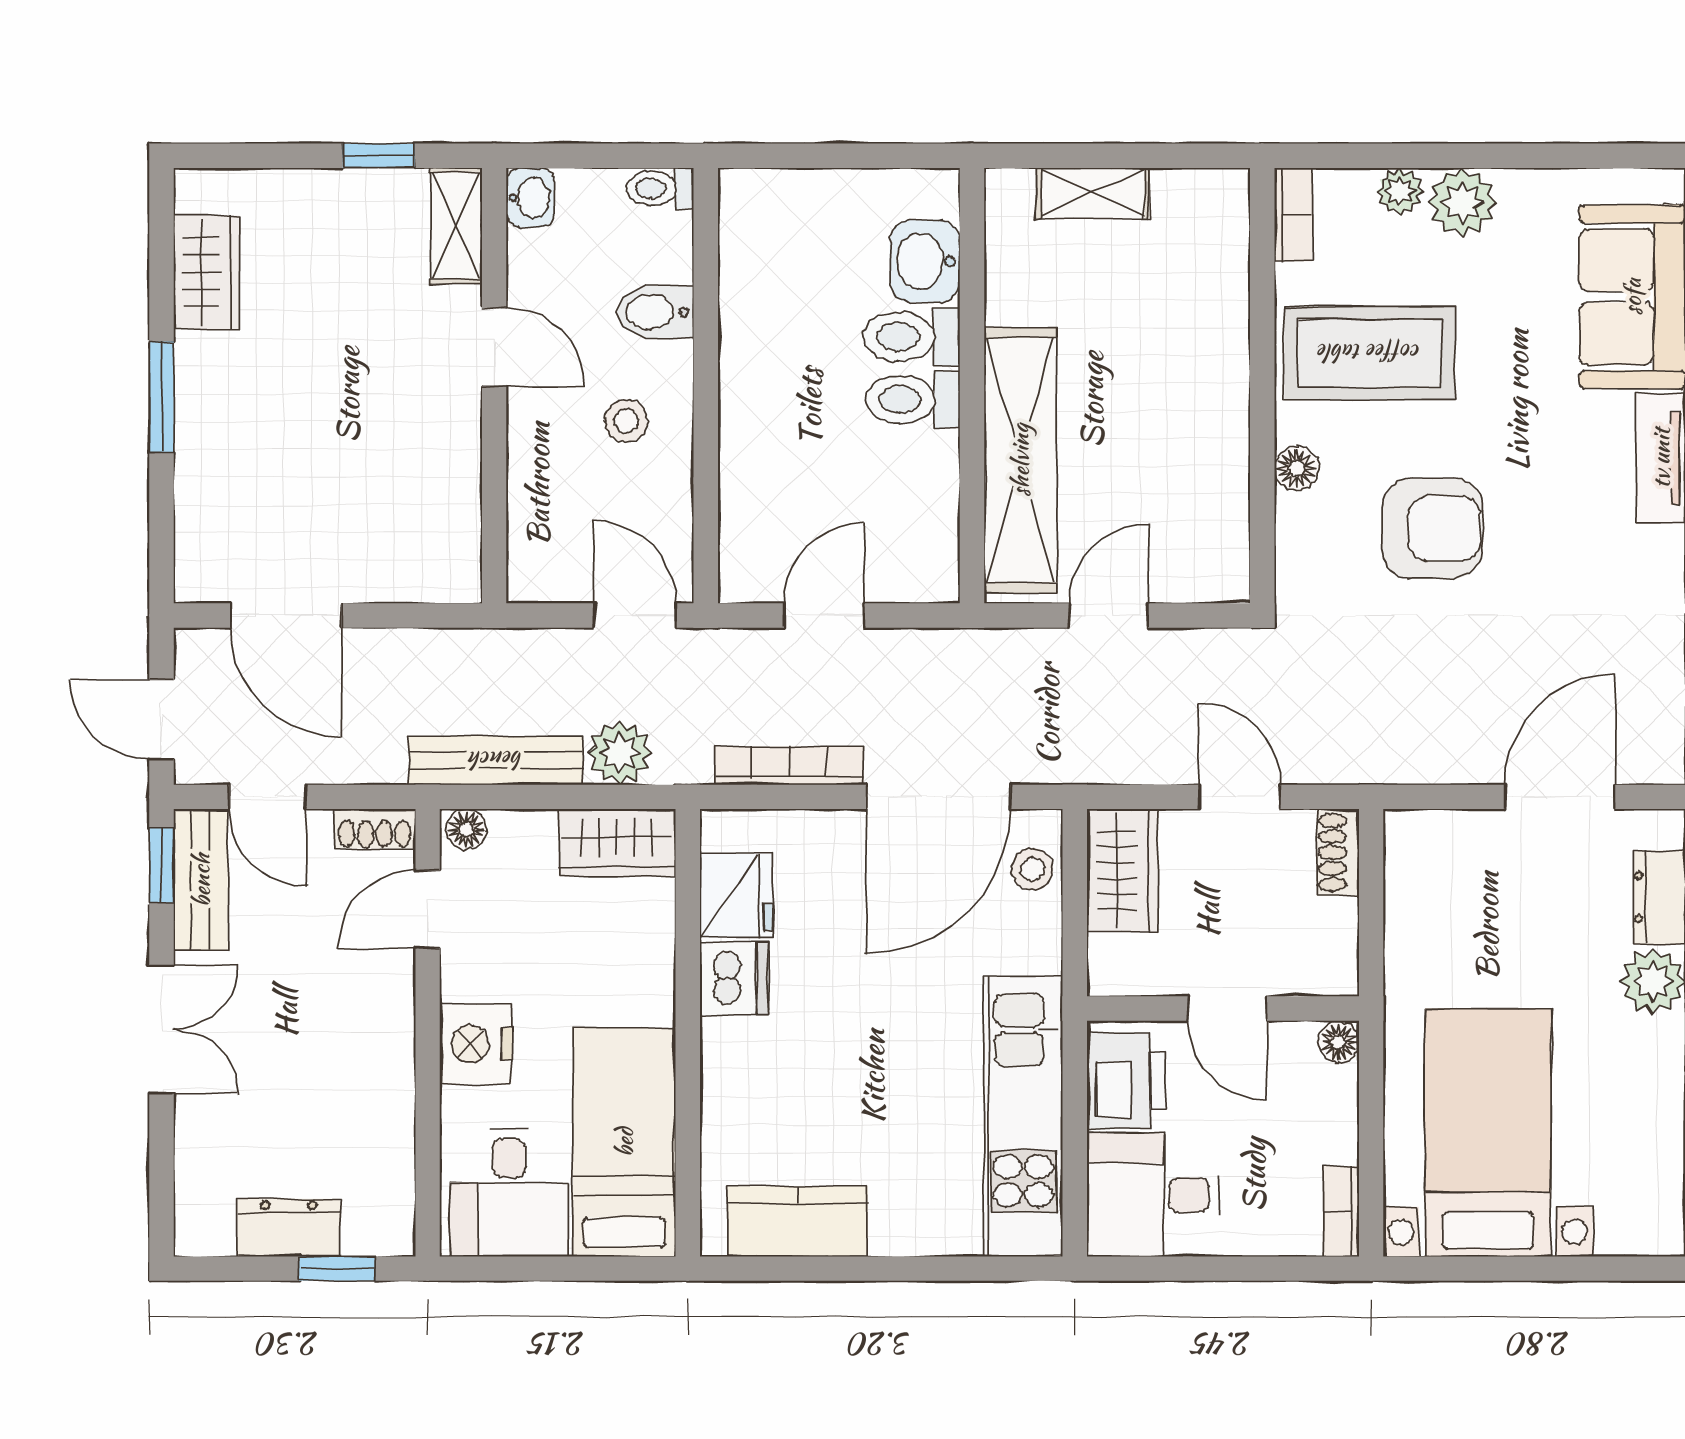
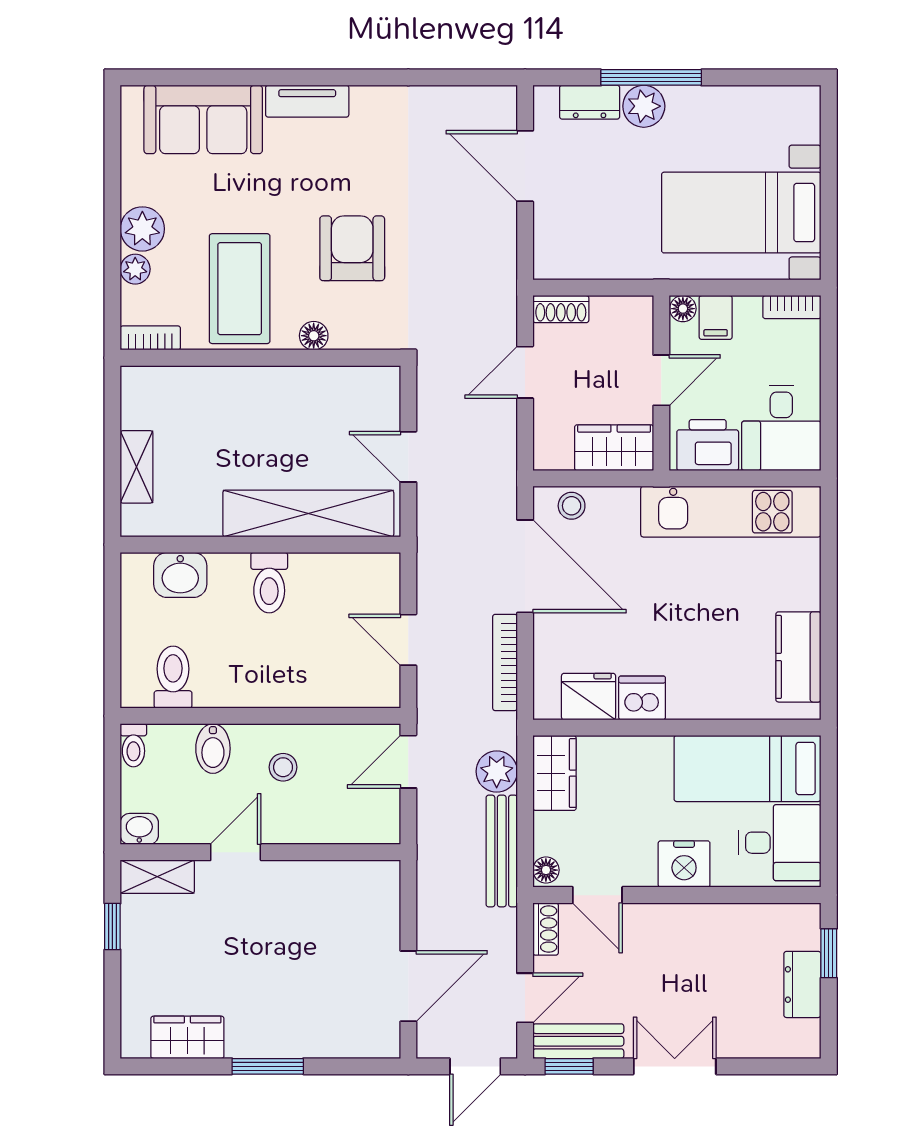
toilet: (912, 337) -> (173, 677), moved, turned 180
wardrobe: (1122, 870) -> (614, 448), moved
filing cabinet: (1325, 1093) -> (716, 317), added

